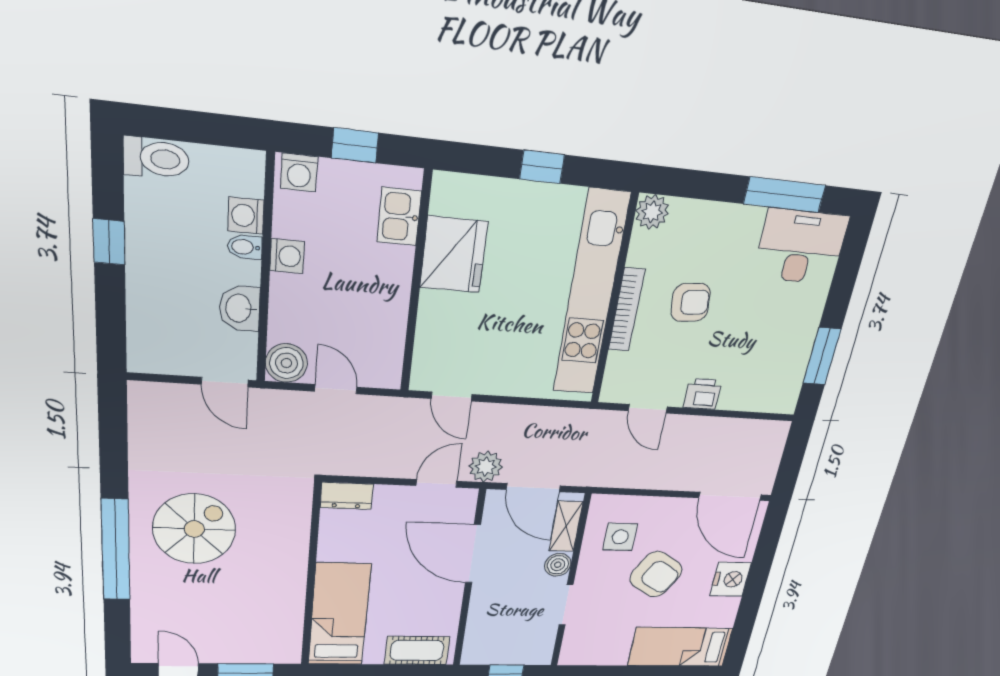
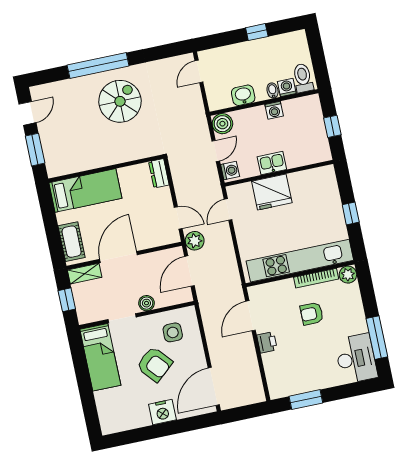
toilet: (156, 158) -> (303, 78), moved, turned 180
washing machine: (299, 173) -> (230, 171), moved, turned 180
kitchen sink: (399, 217) -> (272, 163), moved
fridge: (454, 255) -> (272, 192), moved
armchair: (690, 302) -> (312, 314), turned 96
bookcase: (627, 310) -> (316, 278), moved
door: (225, 382) -> (199, 71), moved
door: (648, 409) -> (250, 316), width x1.38
shelving: (566, 526) -> (85, 274), moved
spiral stairs: (194, 529) -> (120, 101), turned -90
door: (473, 554) -> (118, 257), moved
armchair: (656, 574) -> (155, 364), turned -72
bed: (680, 647) -> (100, 357), moved, turned 180

